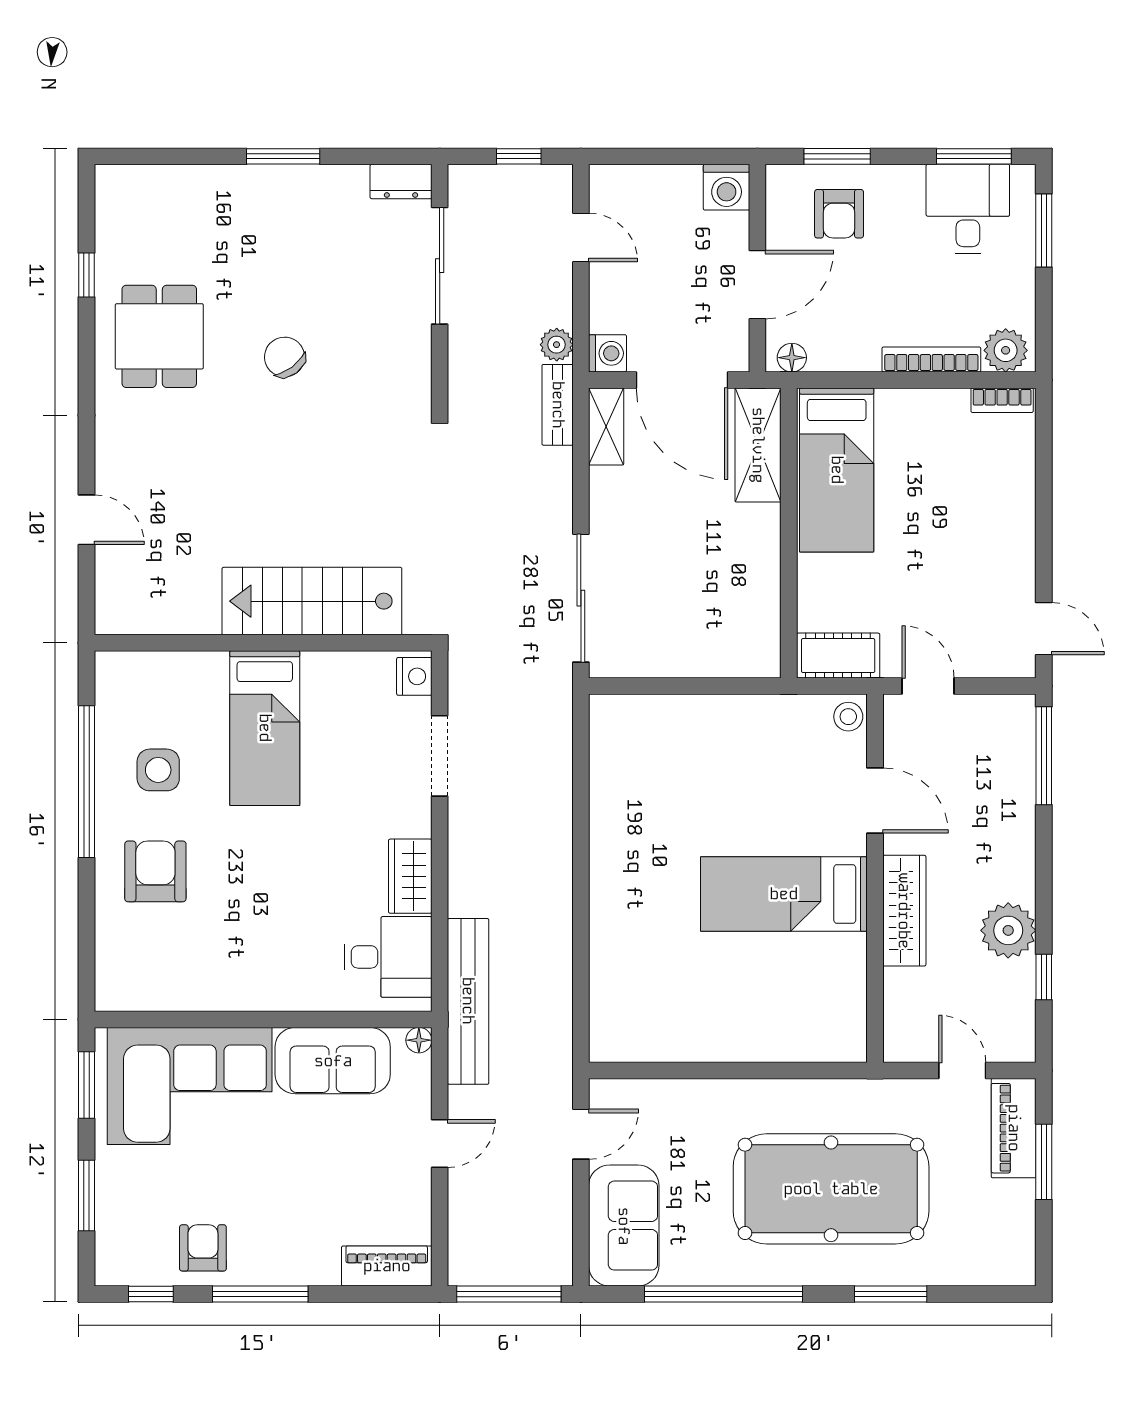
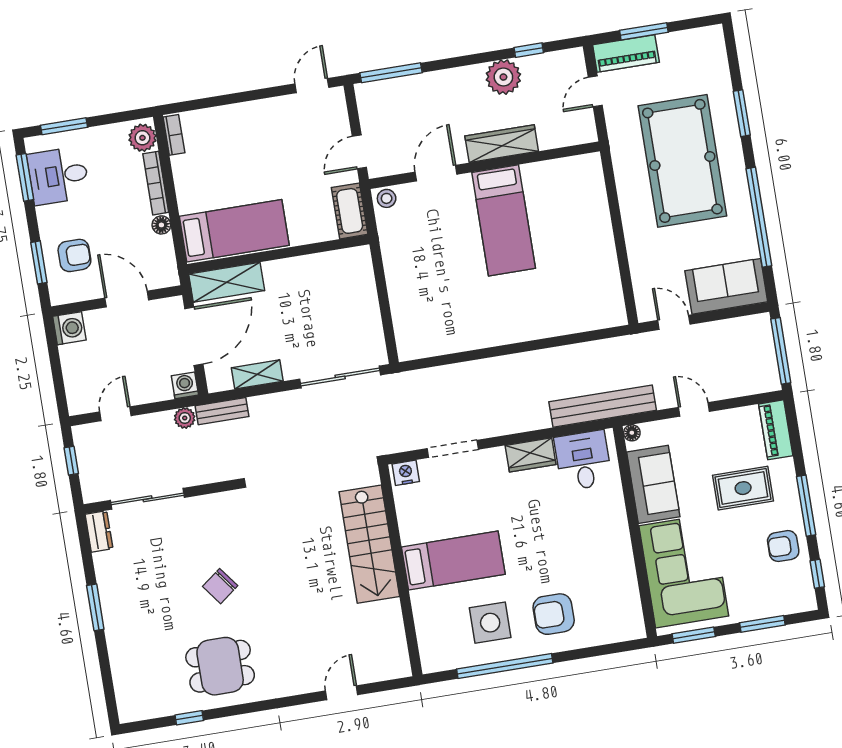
floor lamp: (792, 358) -> (161, 225), moved
shelving: (606, 427) -> (257, 374), moved
side table: (158, 770) -> (490, 623), width x1.37, depth x1.37
rug: (304, 1200) -> (743, 488), added

